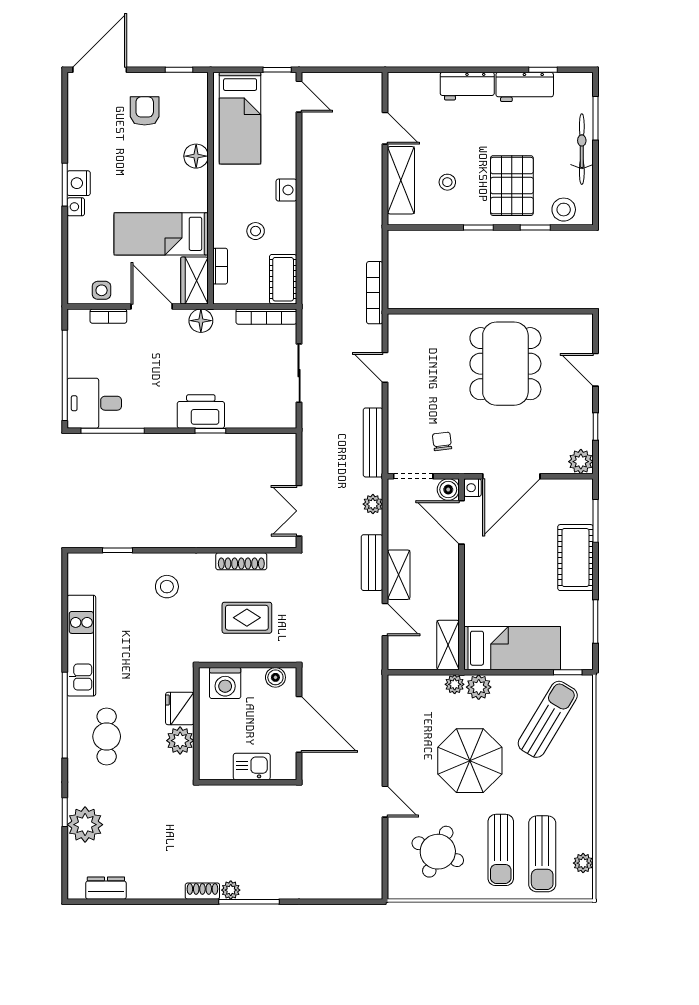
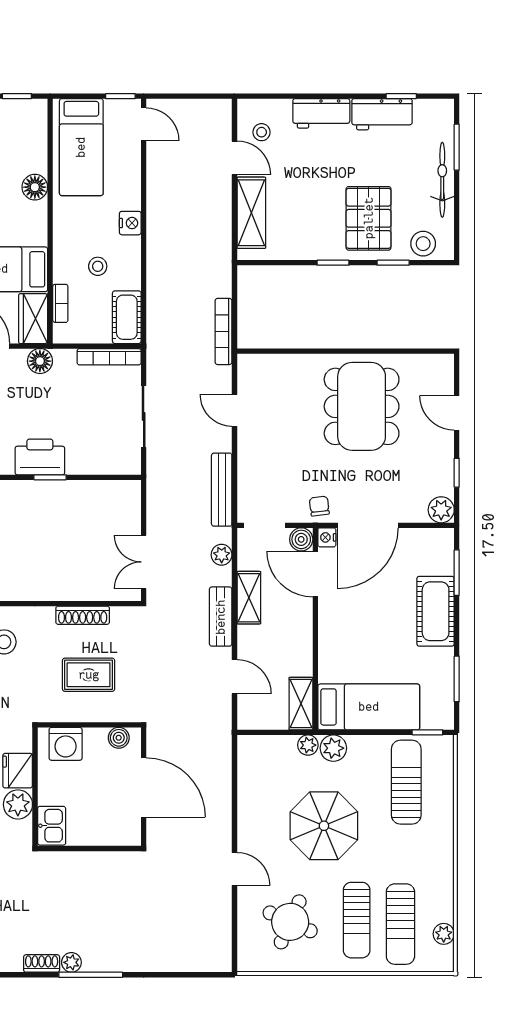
stool: (447, 182) -> (262, 132), moved
chair: (442, 441) -> (319, 506), moved
shelving: (399, 575) -> (249, 598), moved
sun lounger: (548, 719) -> (406, 782), turned -31
kitchen sink: (252, 767) -> (52, 826), moved, turned 90

